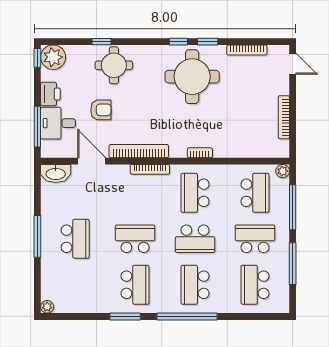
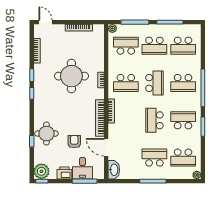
door: (293, 64) -> (46, 22), hinge flipped
round table: (192, 77) -> (71, 76), moved
door: (92, 161) -> (106, 147), hinge flipped
school desk: (255, 239) -> (154, 46), turned -90
school desk: (75, 285) -> (183, 158), added

